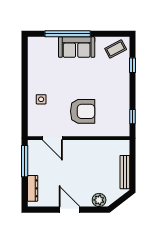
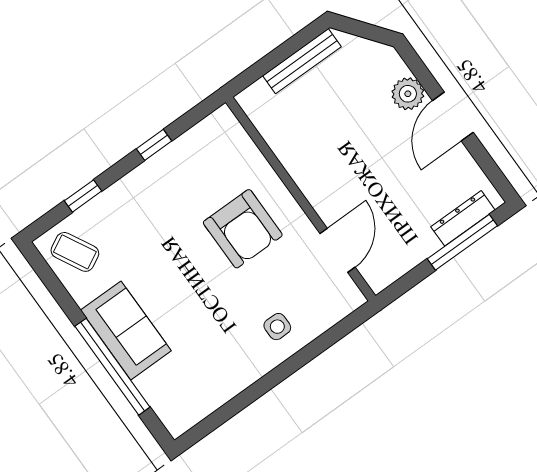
armchair: (83, 111) -> (243, 229), turned 180
window: (133, 117) -> (154, 145), moved
window: (25, 161) -> (462, 242), moved
plant: (99, 200) -> (408, 94), moved

